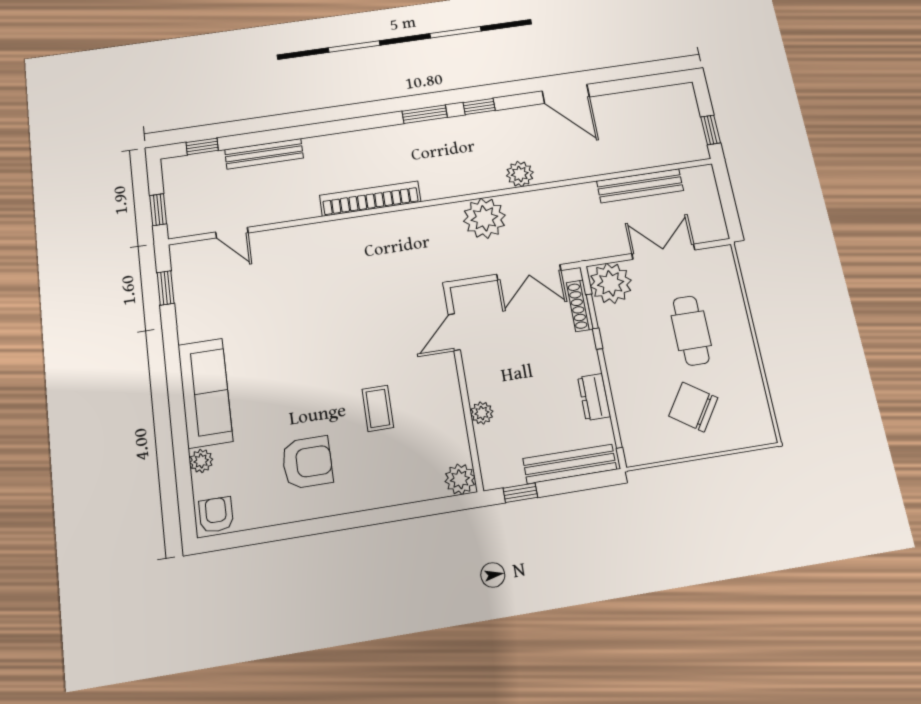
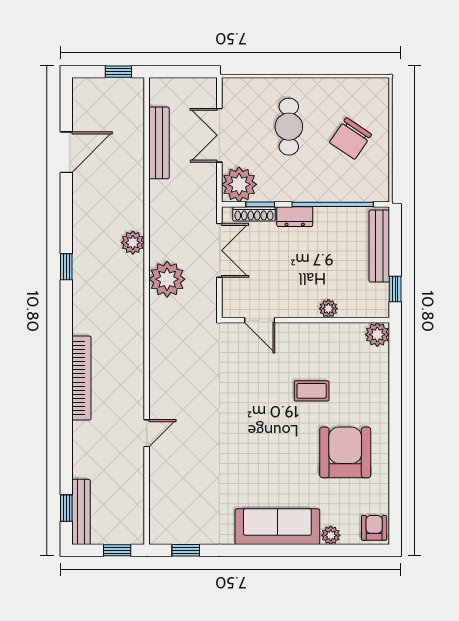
door: (566, 94) -> (66, 152), moved
window: (425, 114) -> (66, 315), removed
bench: (264, 154) -> (81, 512), moved
bookcase: (370, 199) -> (81, 378), moved, turned 180
door: (232, 233) -> (147, 433), moved
cafe table: (691, 331) -> (289, 127), turned 90
dresser: (594, 397) -> (295, 217), moved
armchair: (307, 462) -> (345, 452), width x1.36, depth x1.36
armchair: (216, 515) -> (374, 528), turned 90

